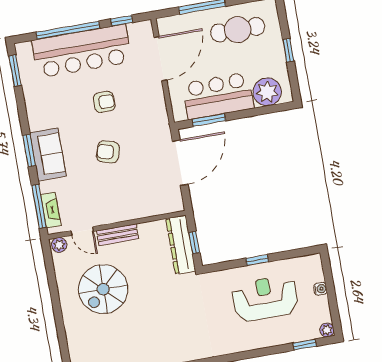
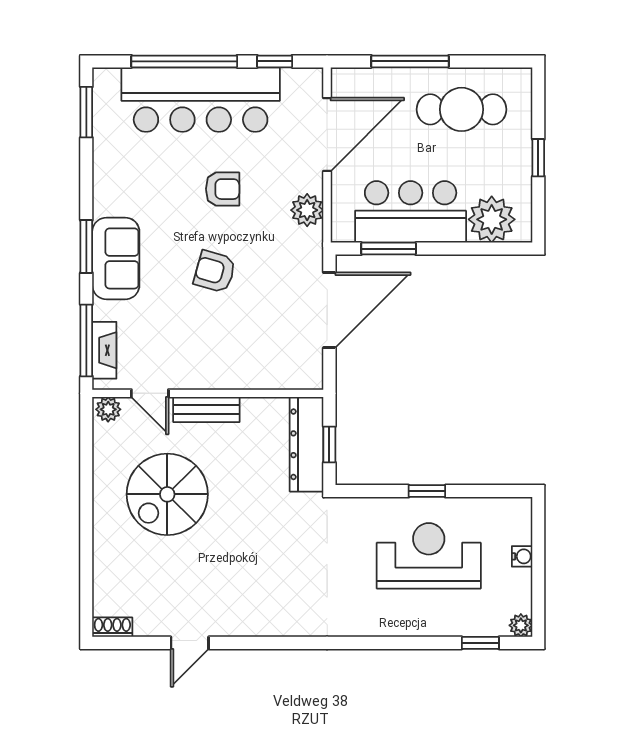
plant: (156, 106) -> (307, 210), added

